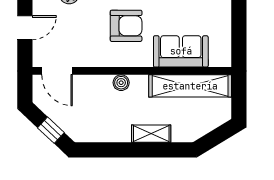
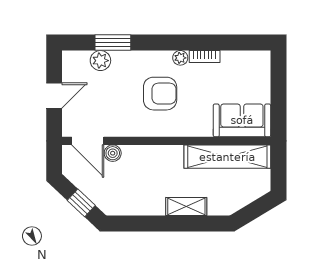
sofa: (181, 51) -> (242, 120), moved
boiler: (121, 83) -> (113, 153), moved

